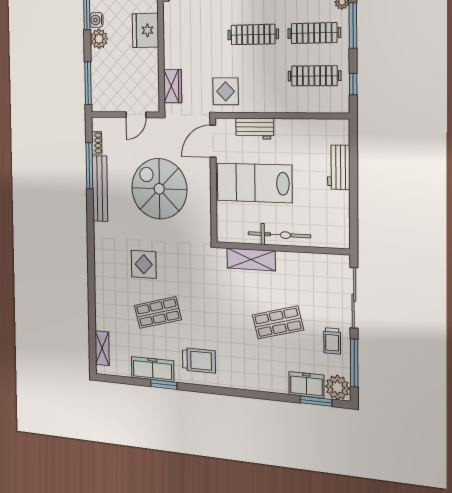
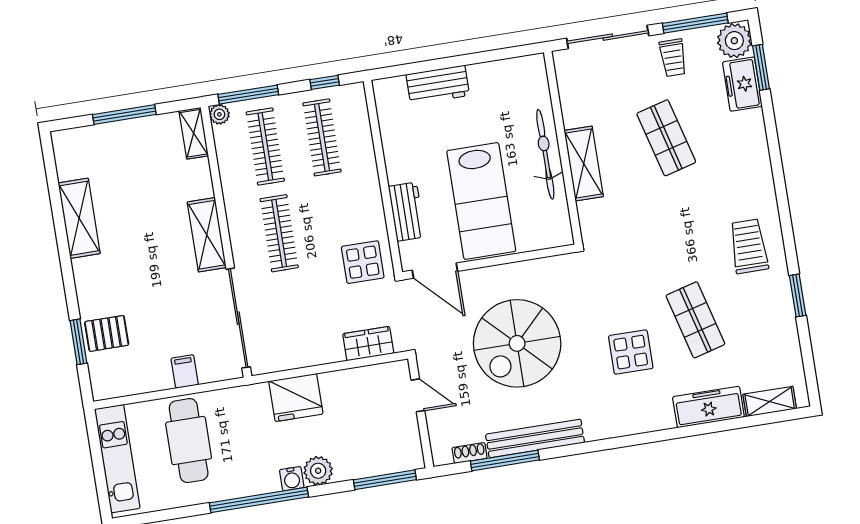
shelving: (251, 259) -> (584, 164), moved
trolley: (332, 341) -> (673, 58), turned 90
freezer: (153, 369) -> (708, 407), moved, turned 90

